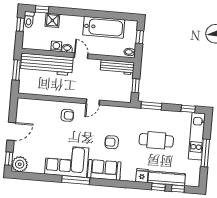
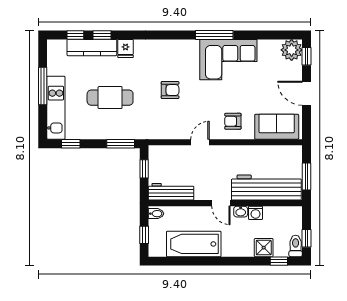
door: (11, 131) -> (307, 93), hinge flipped
sofa: (104, 170) -> (277, 127), moved, turned 180

